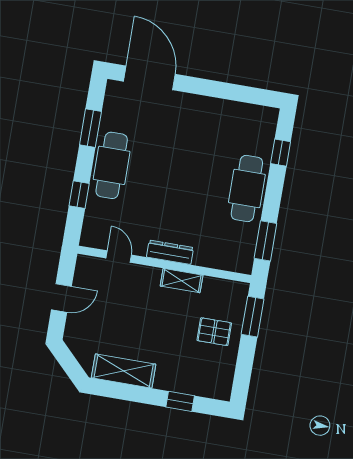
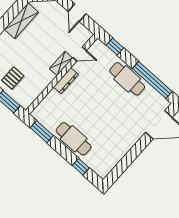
window: (90, 128) -> (152, 80), width x2.11
window: (79, 195) -> (115, 47), moved
shelving: (182, 281) -> (61, 63), moved

